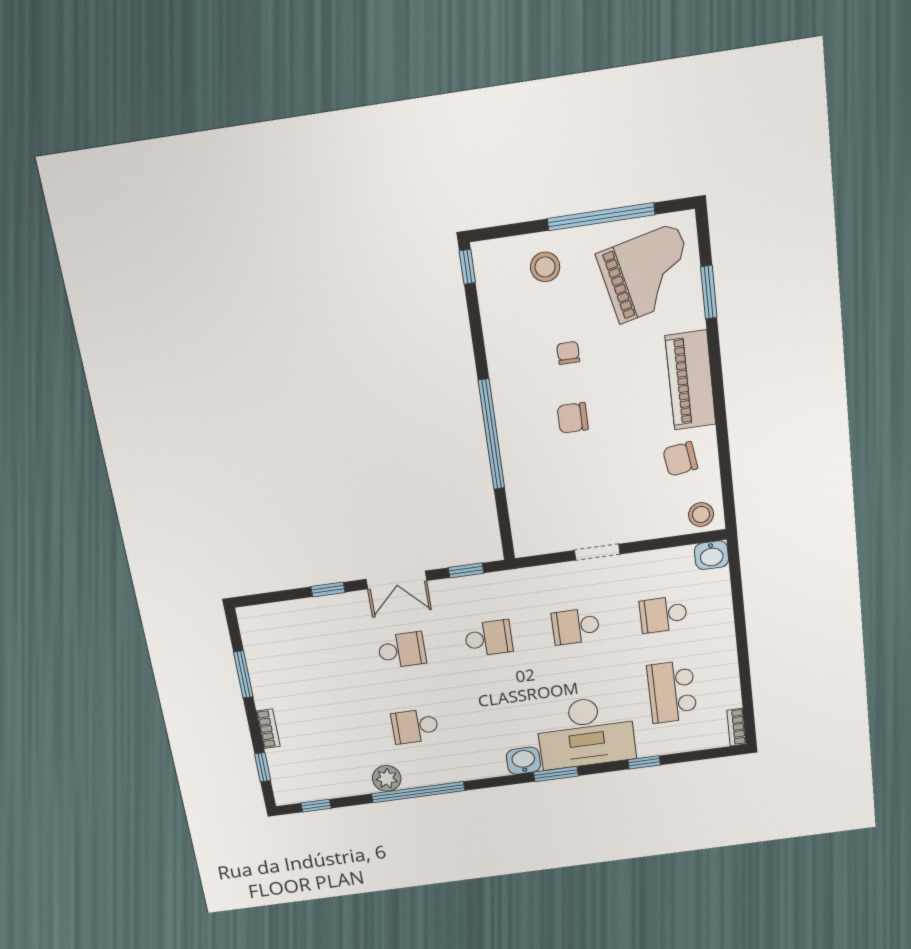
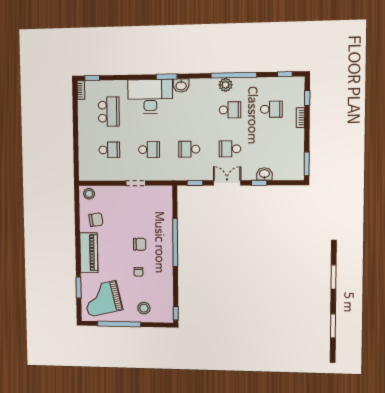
washbasin: (711, 555) -> (264, 174), moved
window: (243, 674) -> (307, 164), moved
school desk: (330, 738) -> (271, 109), added
window: (644, 762) -> (92, 78), moved
plant: (387, 778) -> (226, 85), moved

